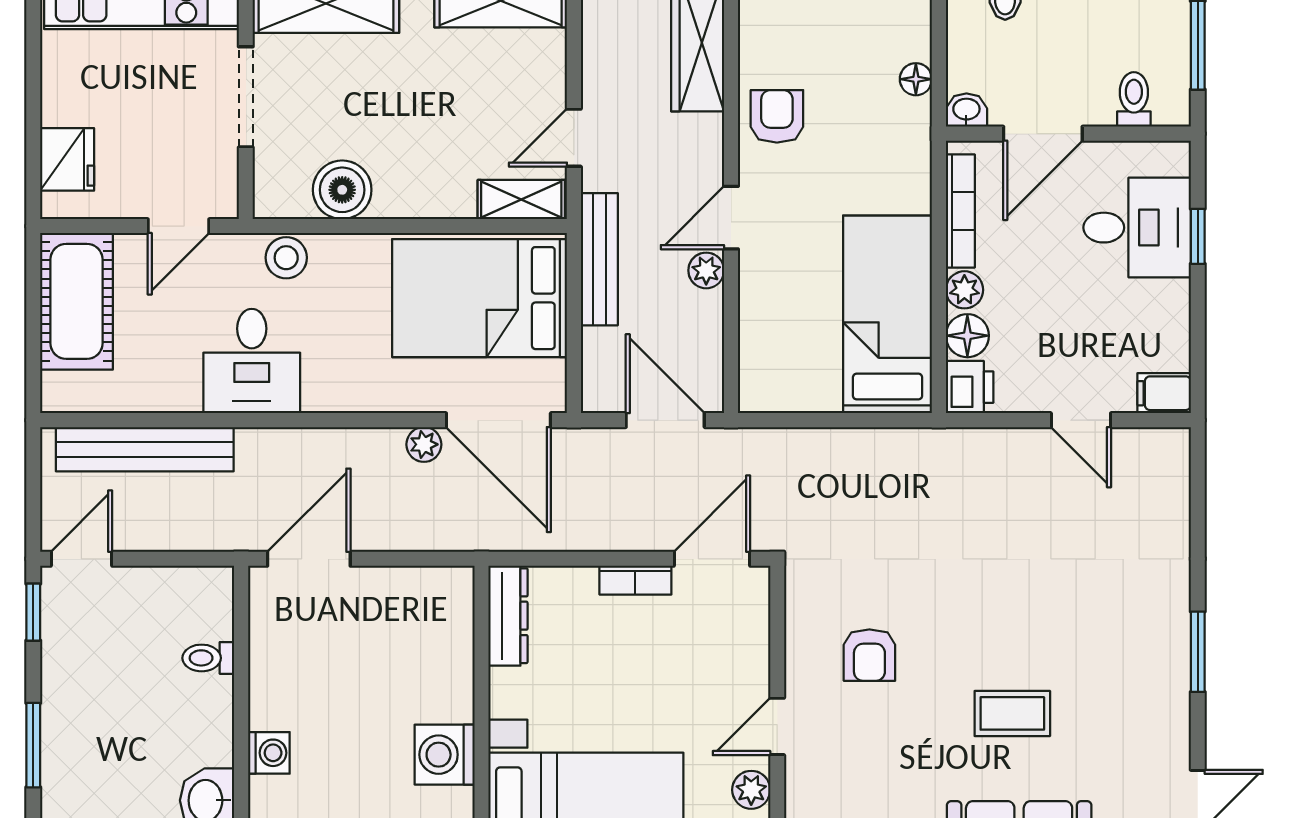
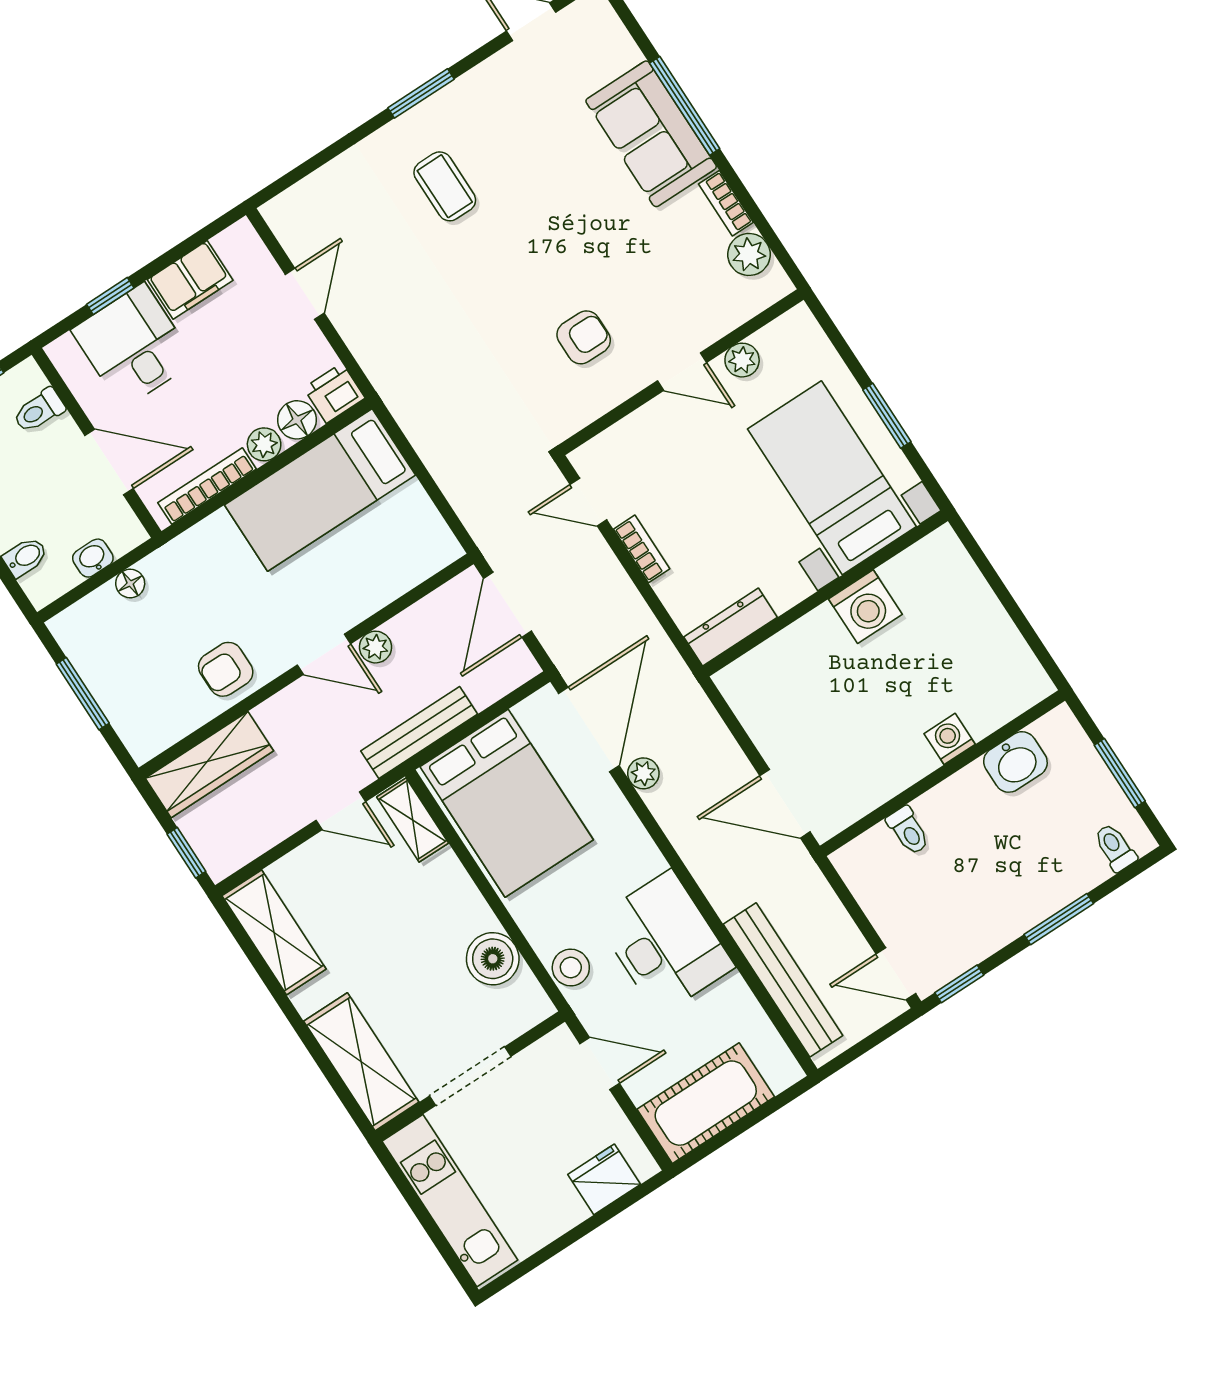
washbasin: (966, 110) -> (93, 558), moved, turned 90
desk: (252, 361) -> (665, 943), width x1.37
filing cabinet: (1164, 393) -> (190, 280), moved, width x2.00
door: (712, 559) -> (588, 502), width x0.73
coffee table: (1012, 713) -> (445, 186), moved

